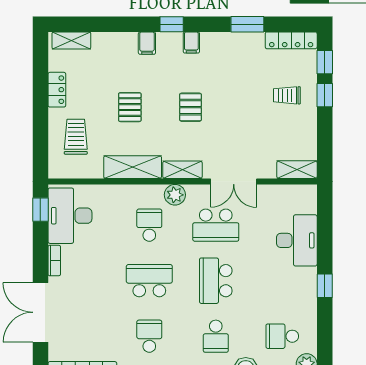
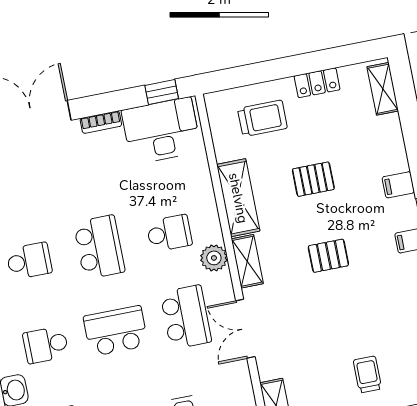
school desk: (216, 225) -> (186, 317), turned 180

